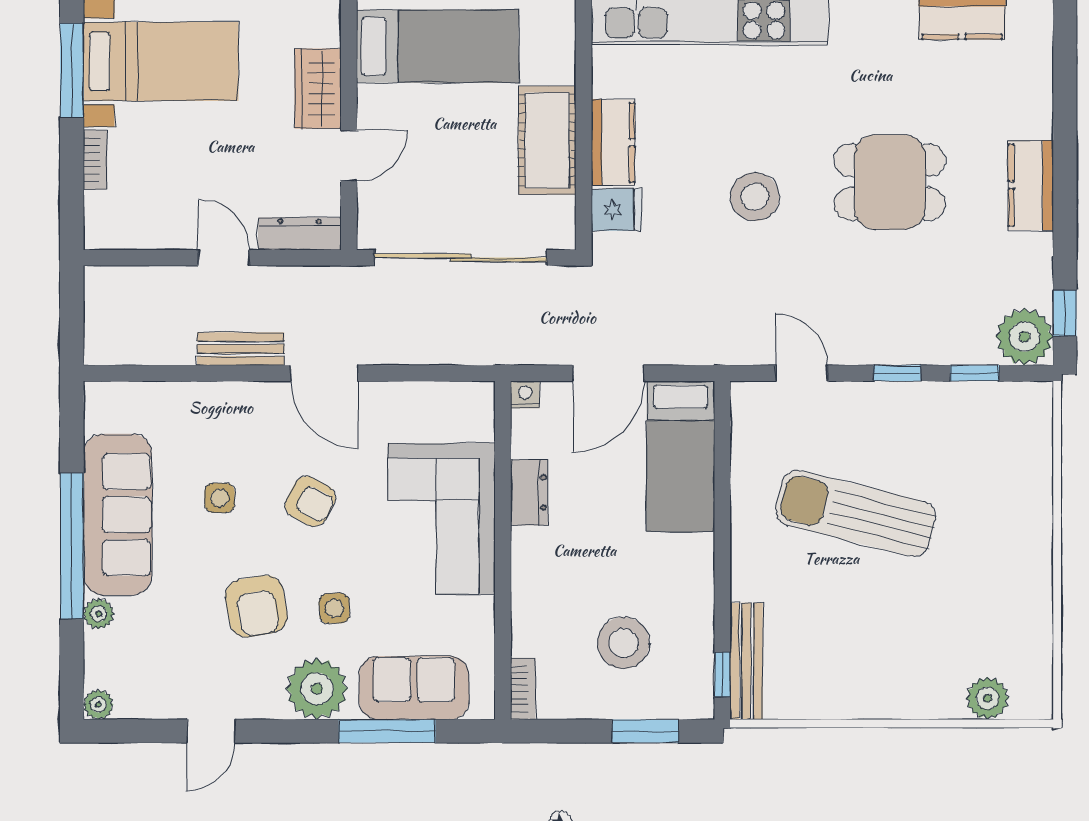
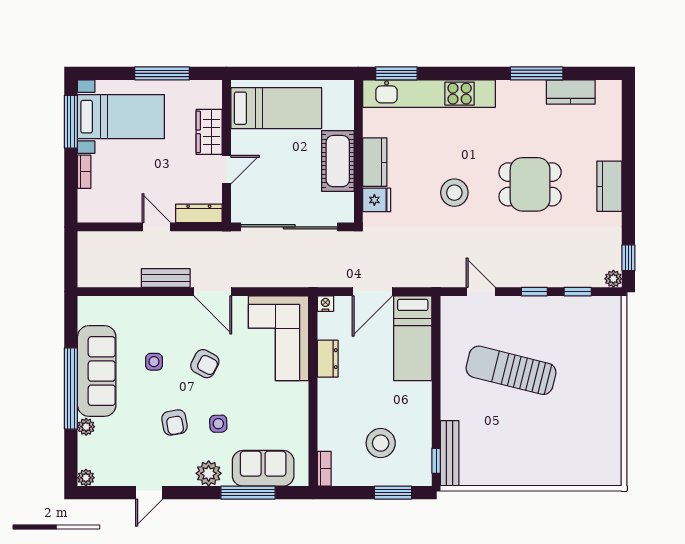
plant: (1024, 337) -> (613, 279), width x0.53, depth x0.53
corner sofa: (441, 519) -> (278, 338), moved
armchair: (256, 606) -> (175, 422), width x0.72, depth x0.72
plant: (317, 689) -> (209, 473), width x0.73, depth x0.73
plant: (987, 698) -> (585, 474), removed

